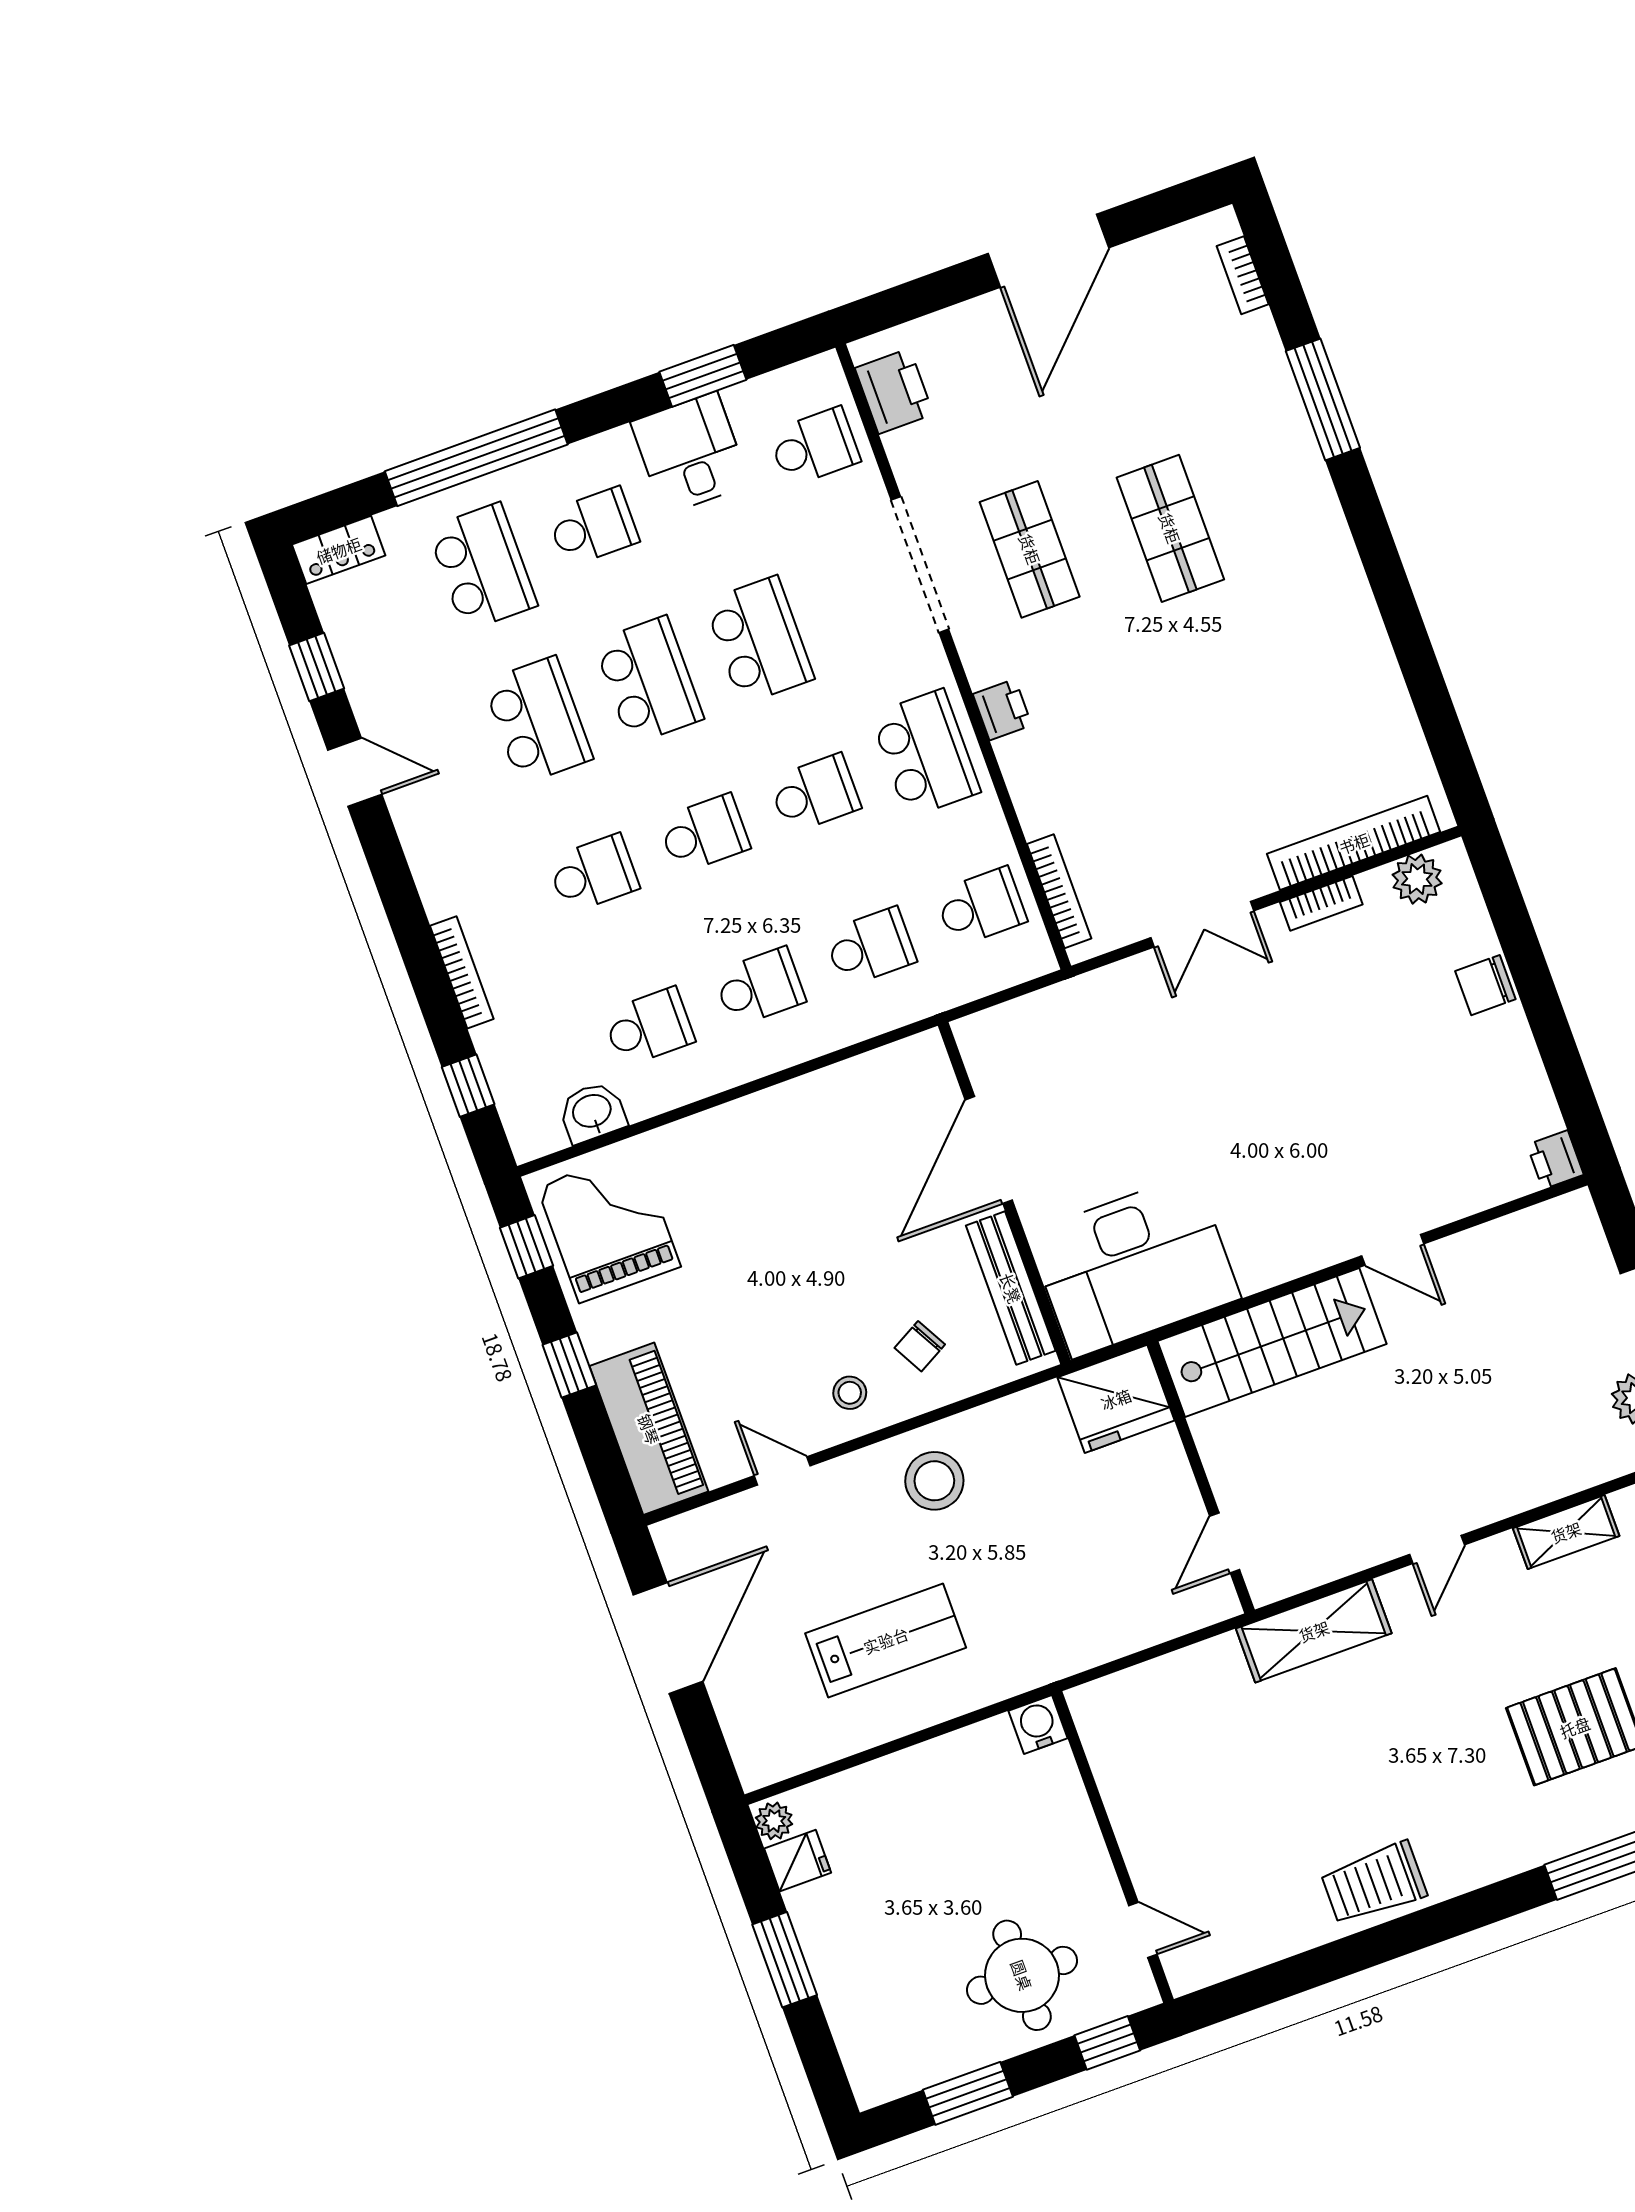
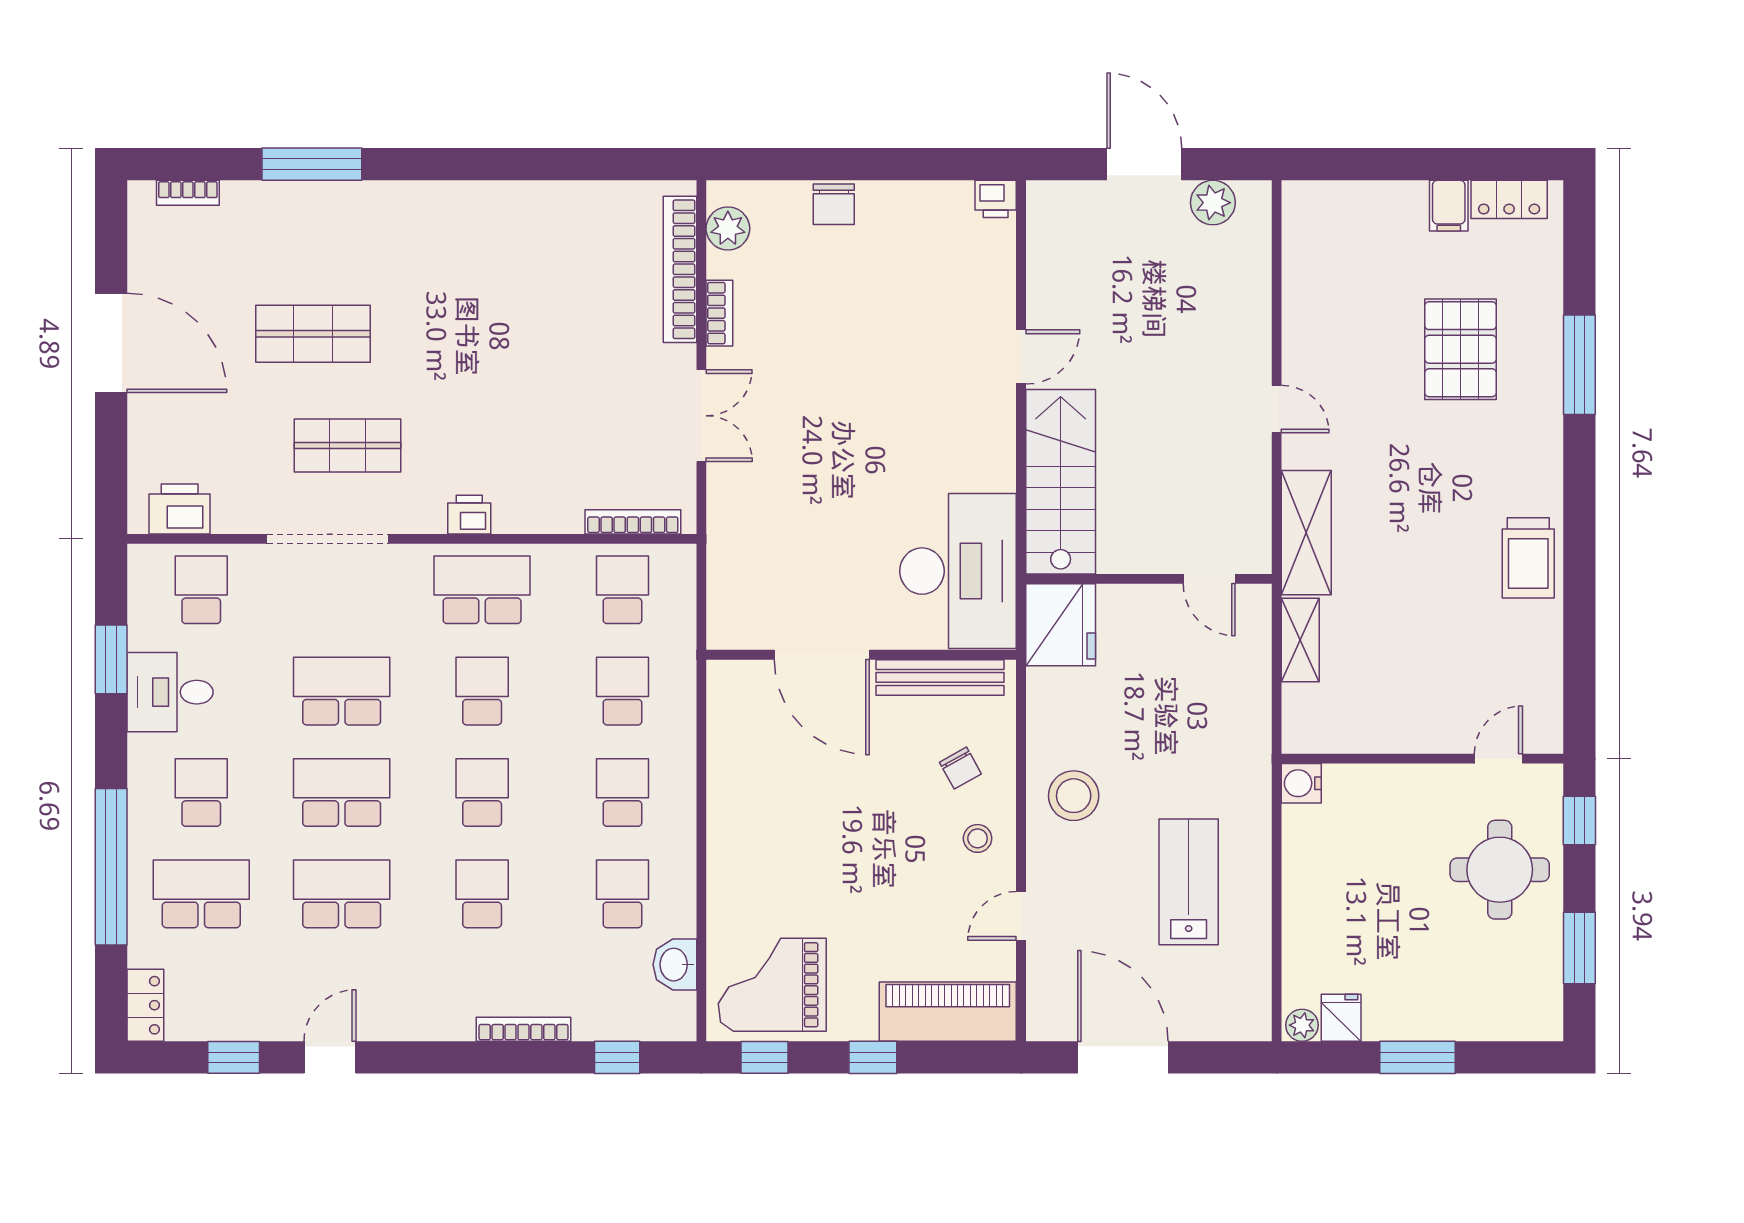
shop shelf: (1170, 528) -> (313, 334), moved
shelving: (1566, 1532) -> (1300, 640), moved

